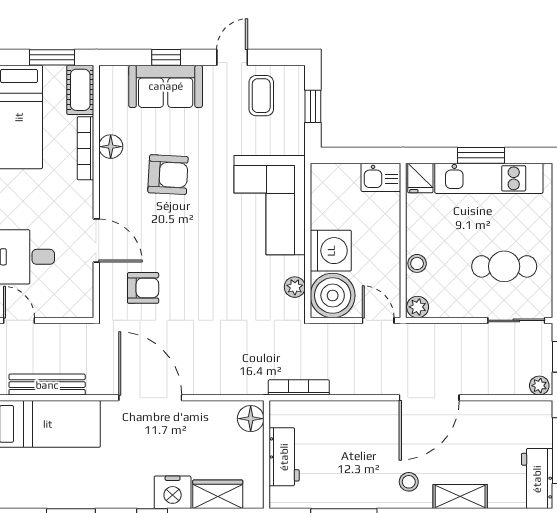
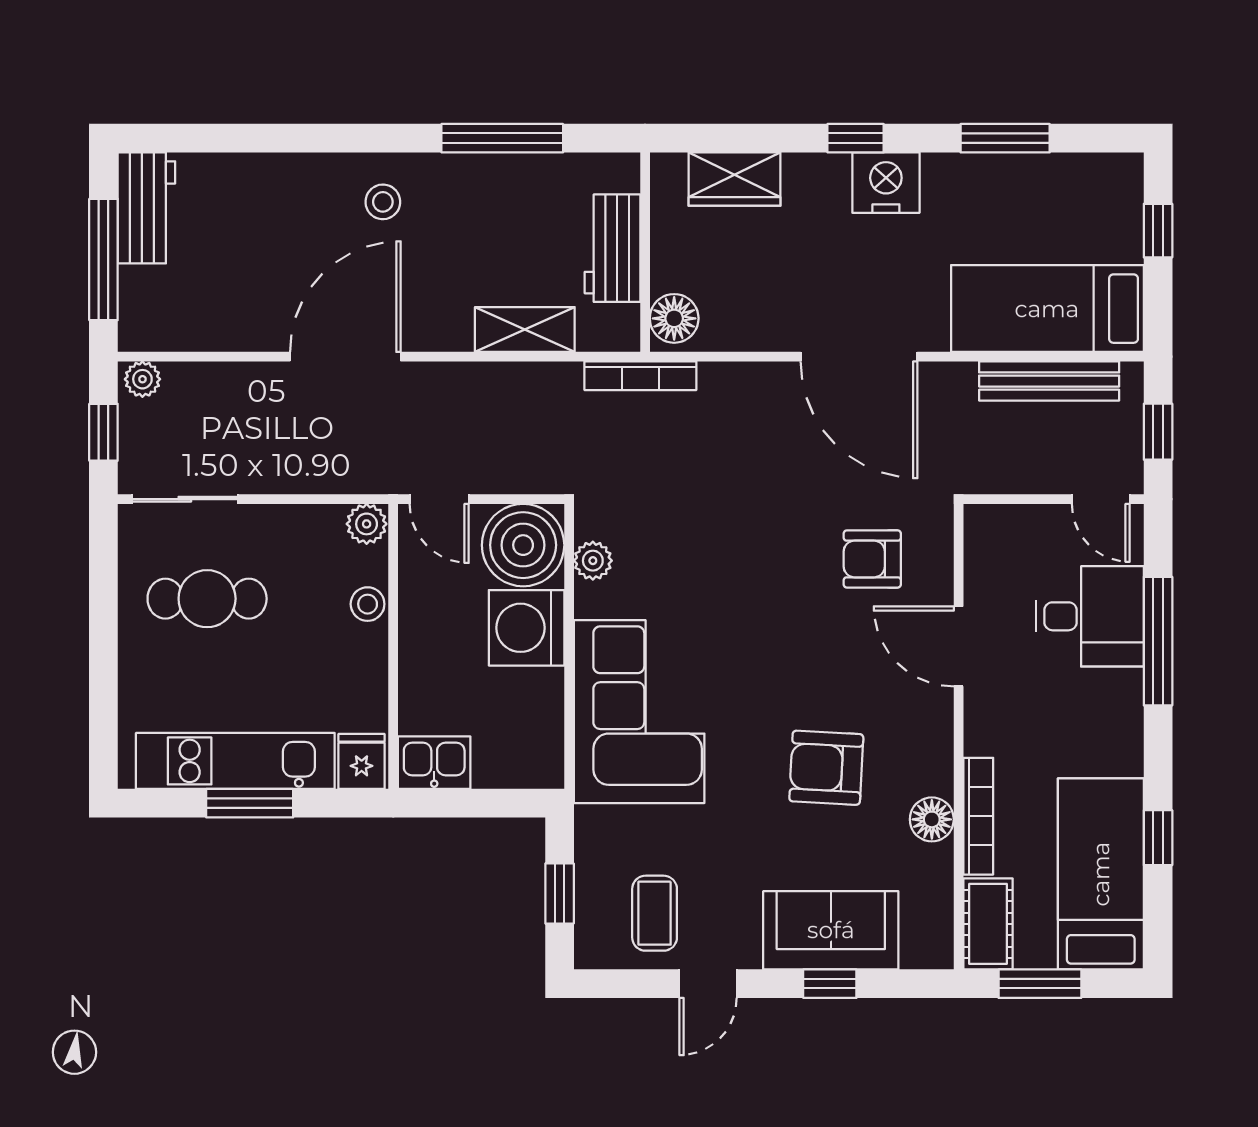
bookcase: (299, 387) -> (640, 376), moved
nightstand: (173, 492) -> (886, 183), moved
shelving: (460, 496) -> (525, 329), moved

